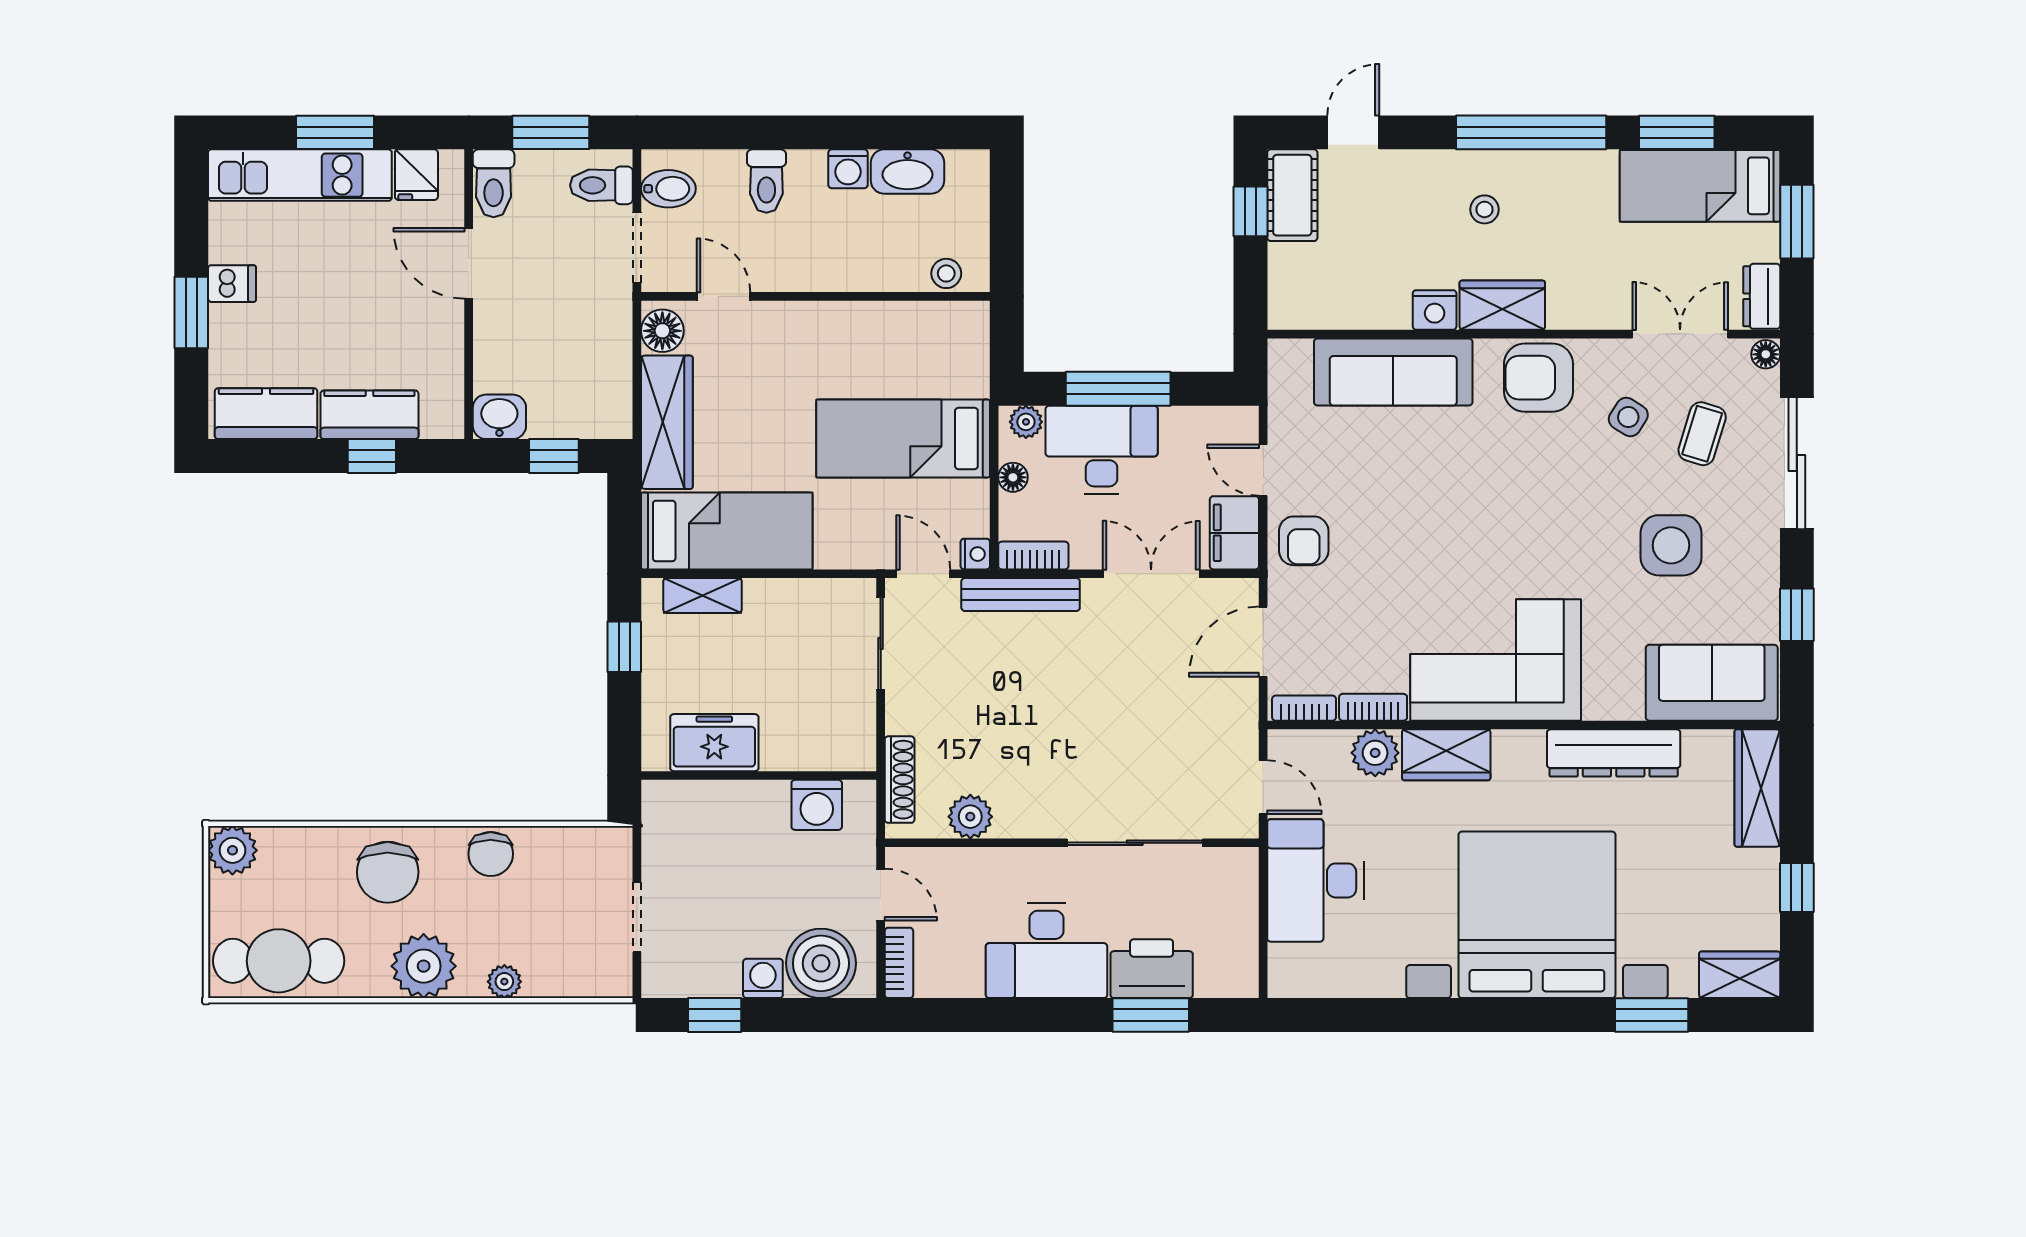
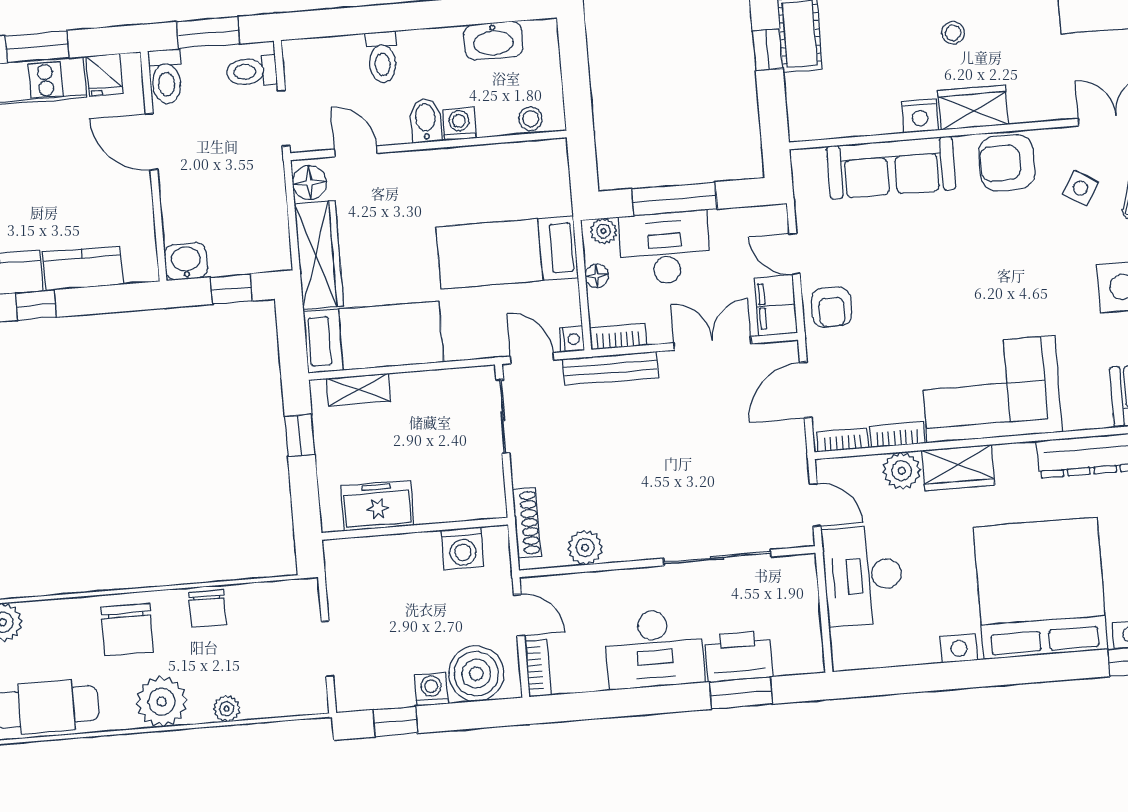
washing machine: (848, 169) -> (459, 124), moved, turned 180
bidet: (668, 189) -> (426, 120), moved, turned -90
window: (372, 456) -> (36, 305), moved

